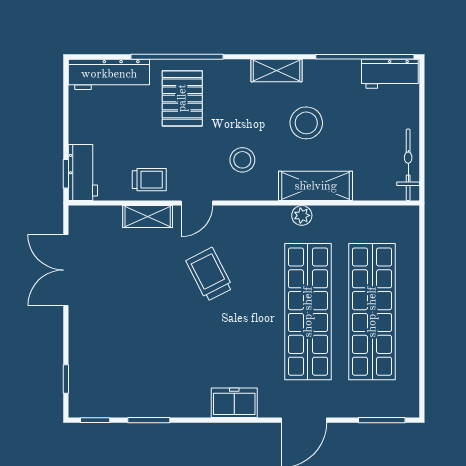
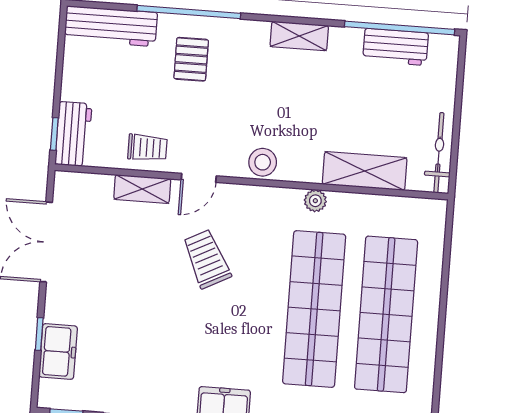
workbench: (390, 74) -> (396, 47), moved
pallet: (182, 98) -> (191, 59), width x0.67, depth x0.71
stool: (306, 123) -> (328, 97), removed
stool: (242, 160) -> (263, 162), moved
shelving: (316, 186) -> (365, 171), moved
freezer: (84, 366) -> (58, 351), added
window: (66, 379) -> (39, 334), moved

